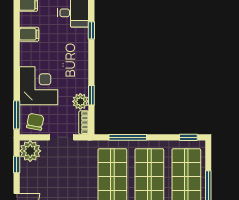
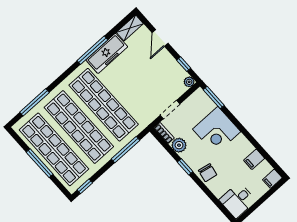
window: (91, 30) -> (215, 200), removed
window: (91, 95) -> (185, 167), moved
chair: (35, 122) -> (208, 173), moved
plant: (30, 151) -> (189, 82), width x0.53, depth x0.53

